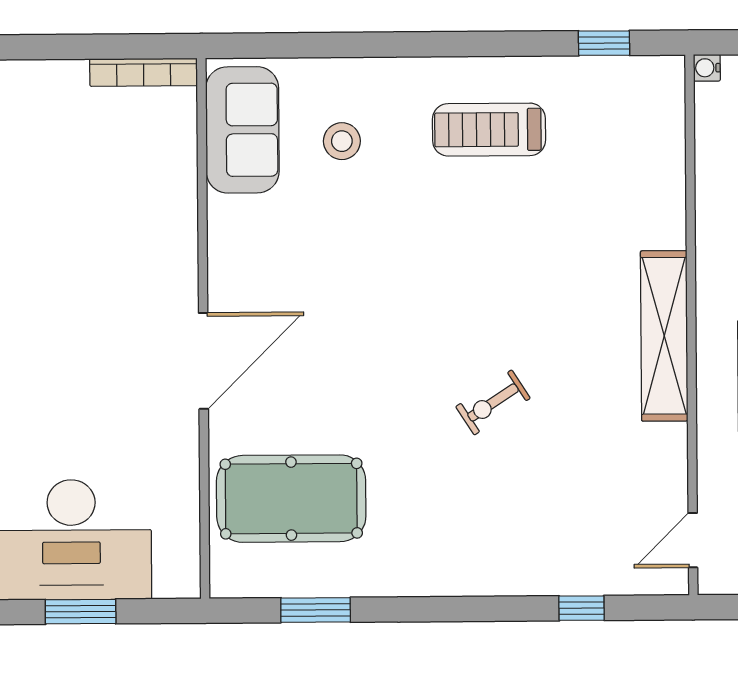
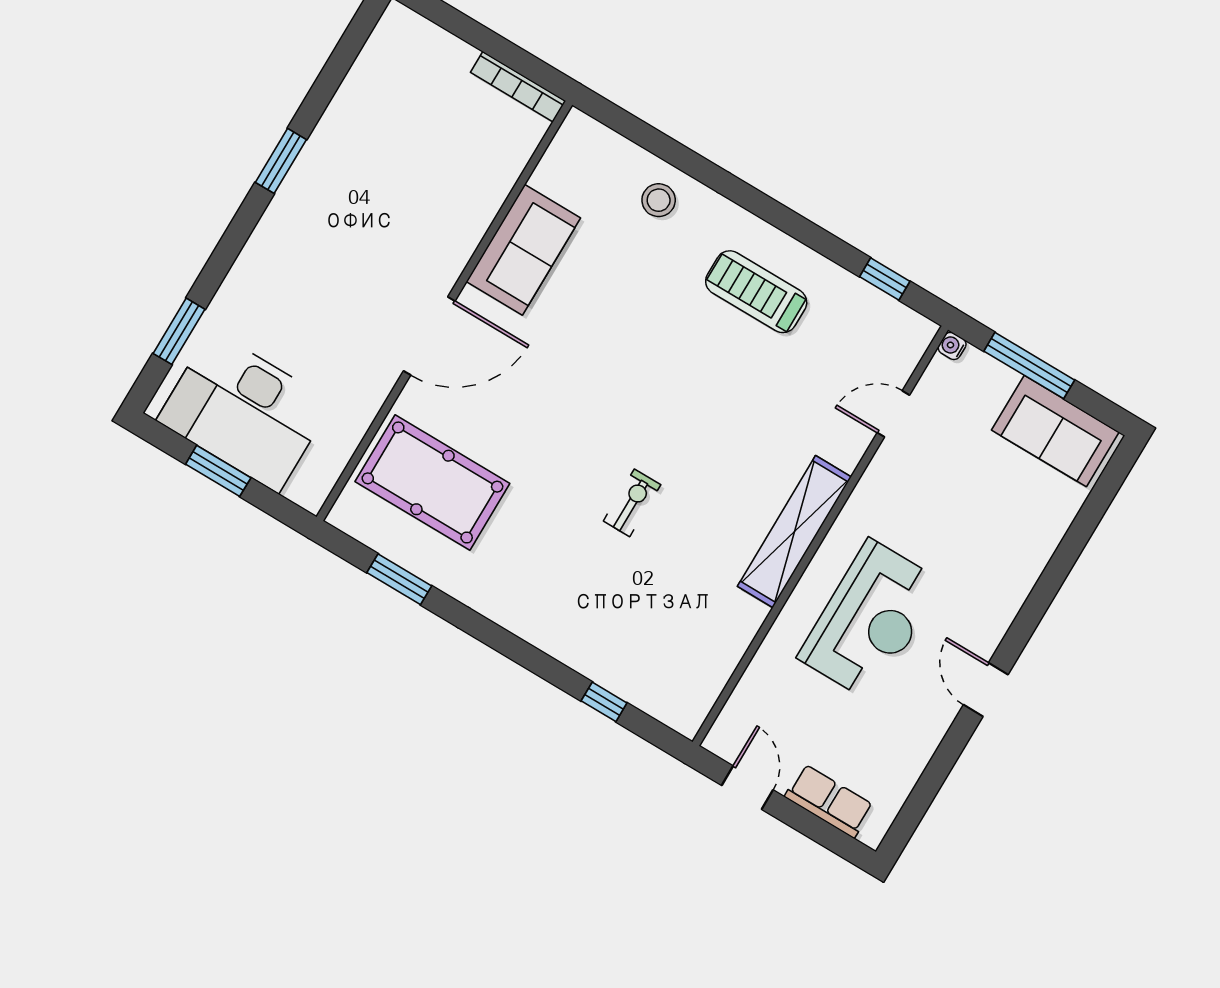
sofa: (242, 130) -> (523, 250), moved
stool: (342, 141) -> (659, 200), moved
exercise bike: (493, 402) -> (632, 503), turned 123
door: (693, 540) -> (893, 414), moved

